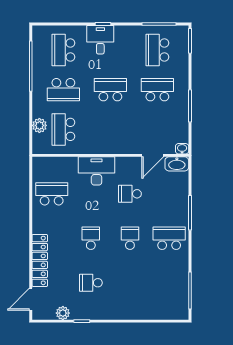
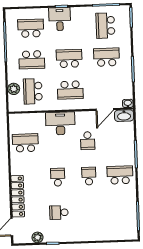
school desk: (63, 50) -> (31, 28), turned 90
school desk: (110, 129) -> (70, 90), added
school desk: (130, 194) -> (88, 141), turned -90

